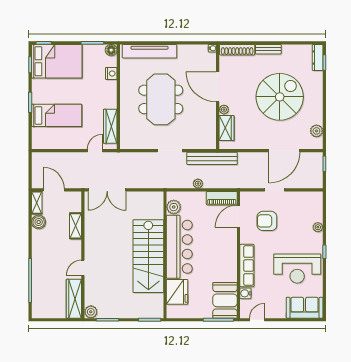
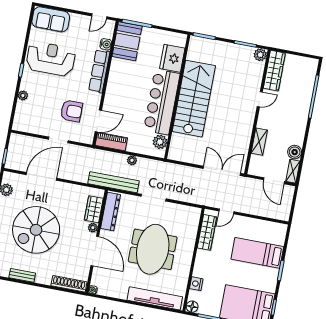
bench: (268, 49) -> (22, 275), moved
dresser: (210, 129) -> (110, 212), added

